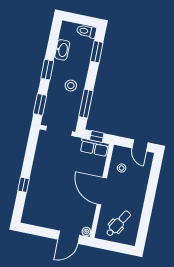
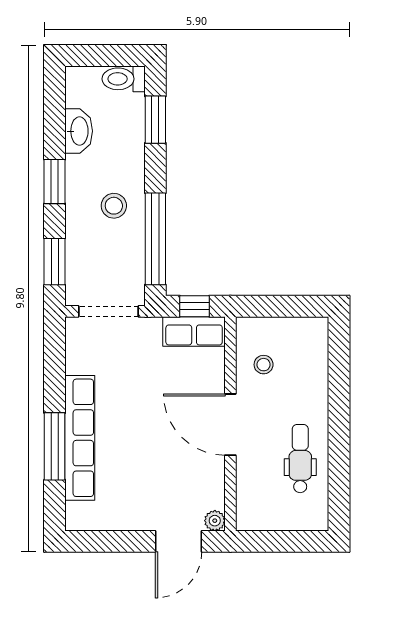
window: (86, 104) -> (155, 239), width x1.46
door: (140, 145) -> (294, 306), removed
row of seats: (35, 183) -> (80, 438), added
window: (23, 185) -> (55, 446), width x2.17
dental chair: (118, 224) -> (300, 459), moved, turned -31

